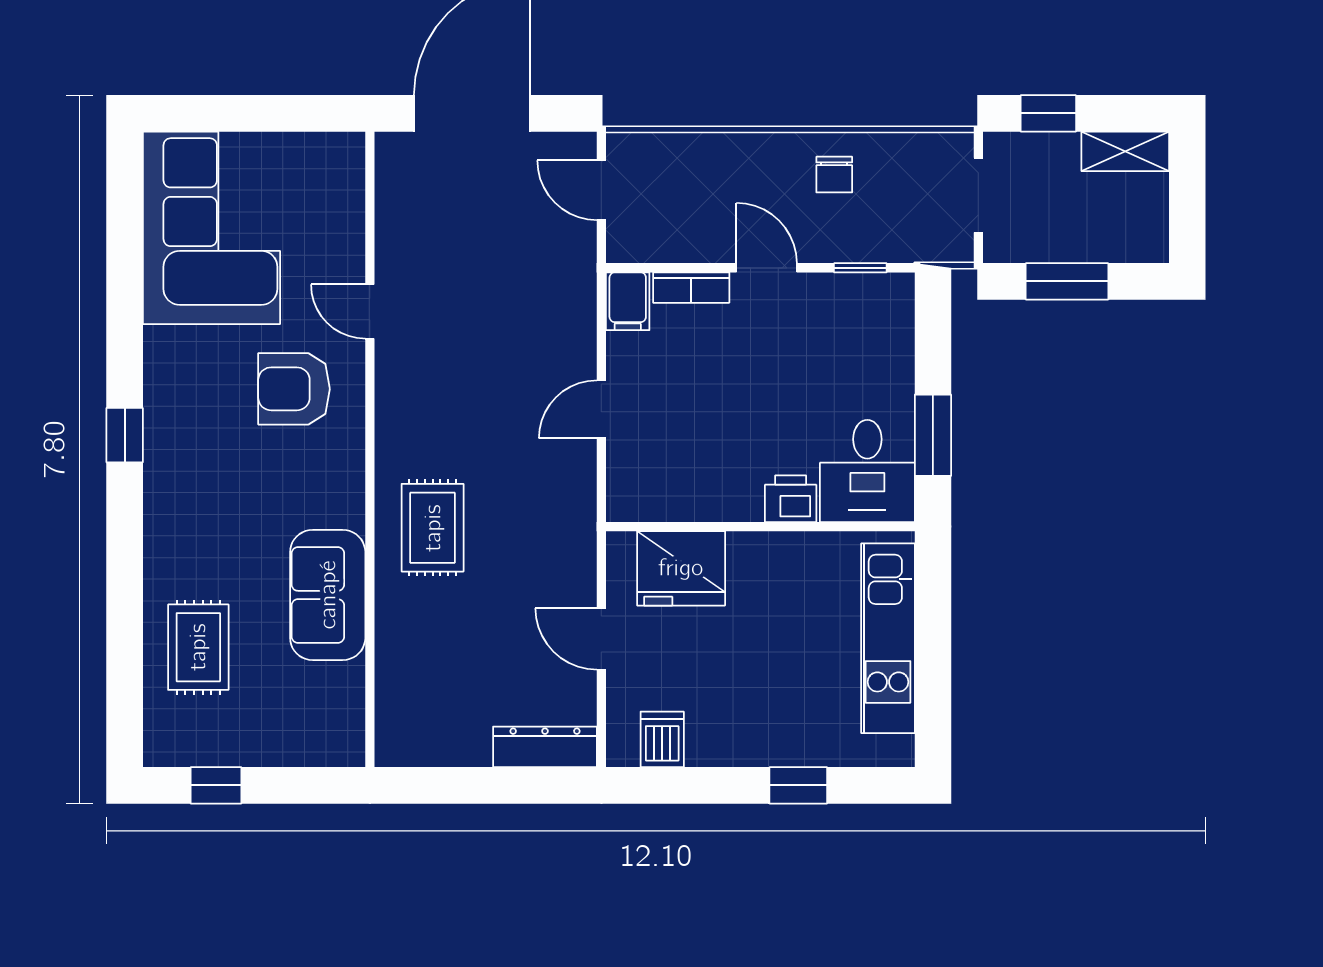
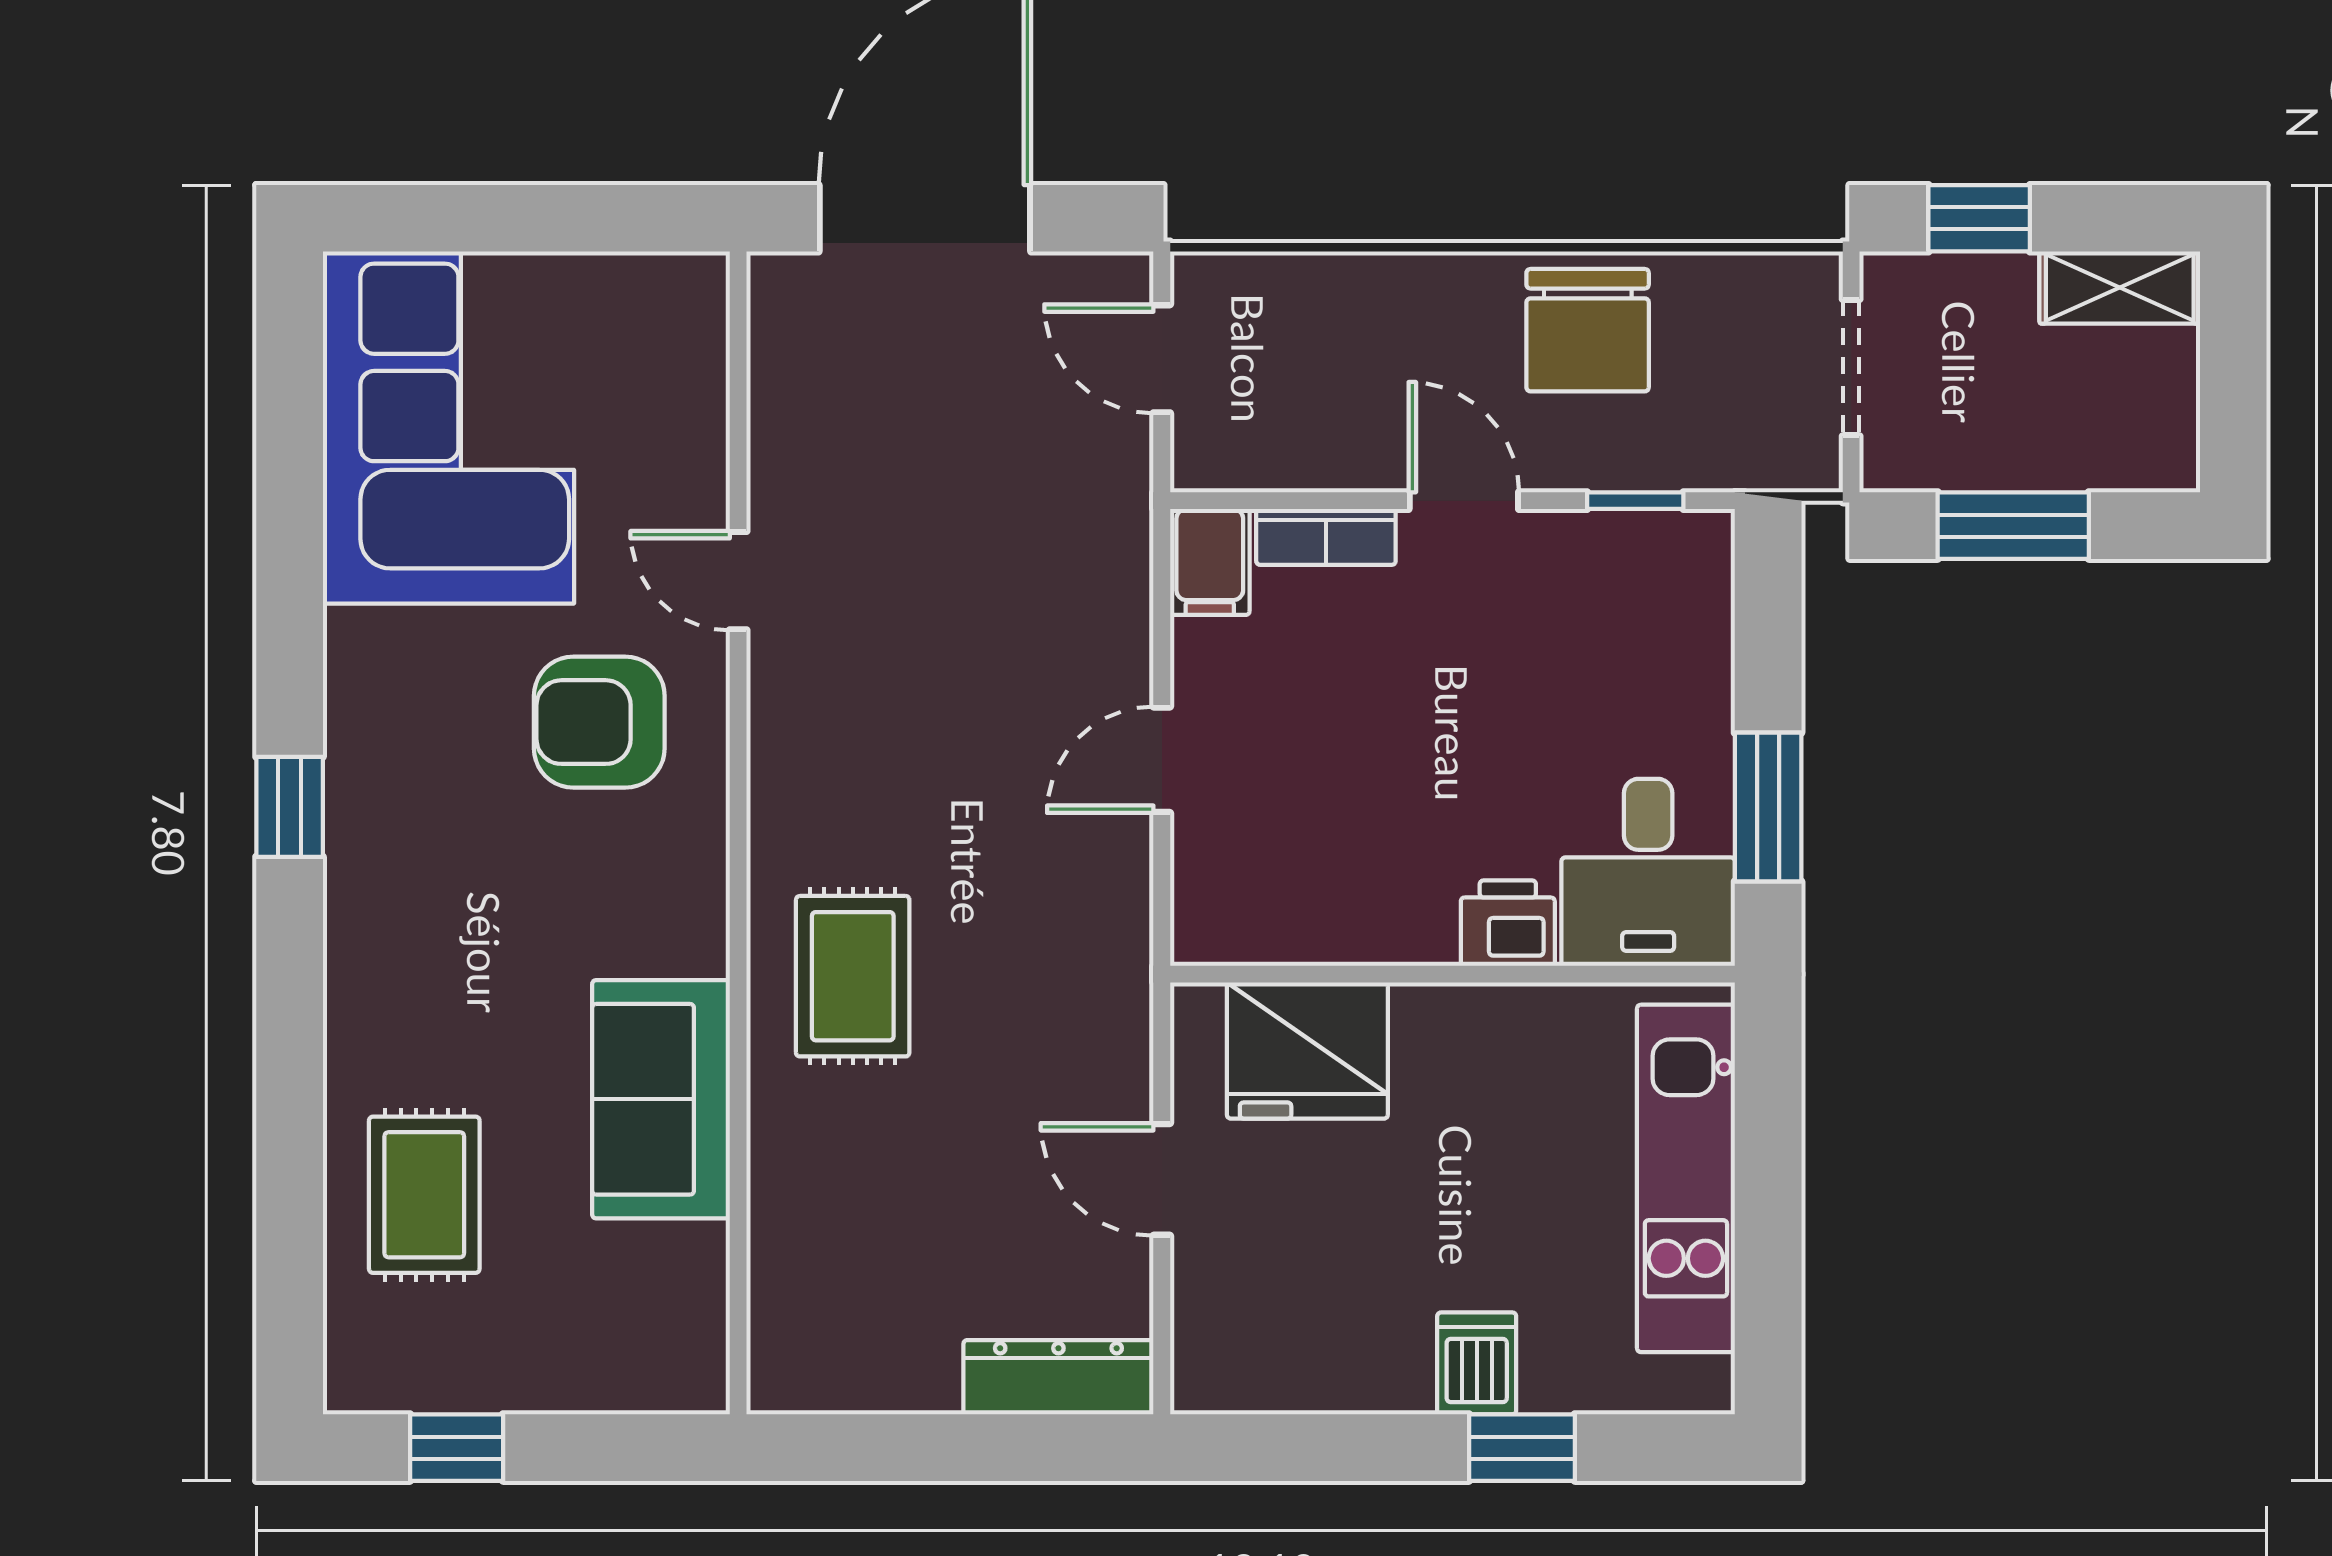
chair: (834, 175) -> (1588, 330), width x1.87, depth x1.87
dishwasher: (662, 739) -> (1477, 1363), moved

